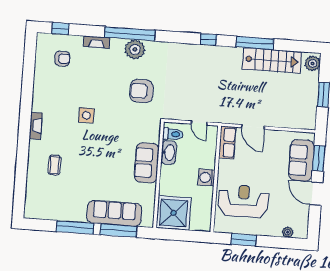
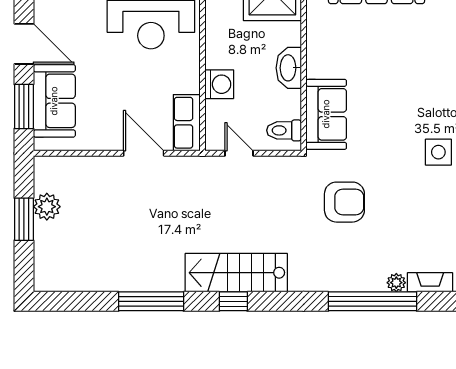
plant: (135, 49) -> (396, 283), moved, width x0.53, depth x0.53
stairs: (272, 60) -> (236, 273), moved
plant: (313, 63) -> (47, 207), moved
washbasin: (169, 152) -> (289, 68), moved
sofa: (147, 163) -> (326, 114), moved
washing machine: (206, 177) -> (219, 84), moved

